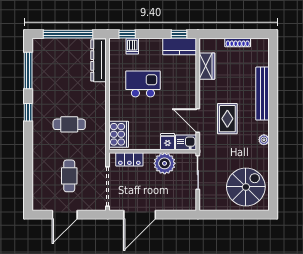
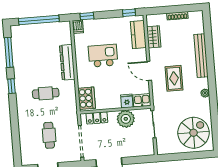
dishwasher: (132, 46) -> (78, 27), moved
kitchen counter: (180, 47) -> (138, 35), moved, turned 90
dresser: (99, 60) -> (67, 62), moved
door: (198, 121) -> (149, 71), moved

